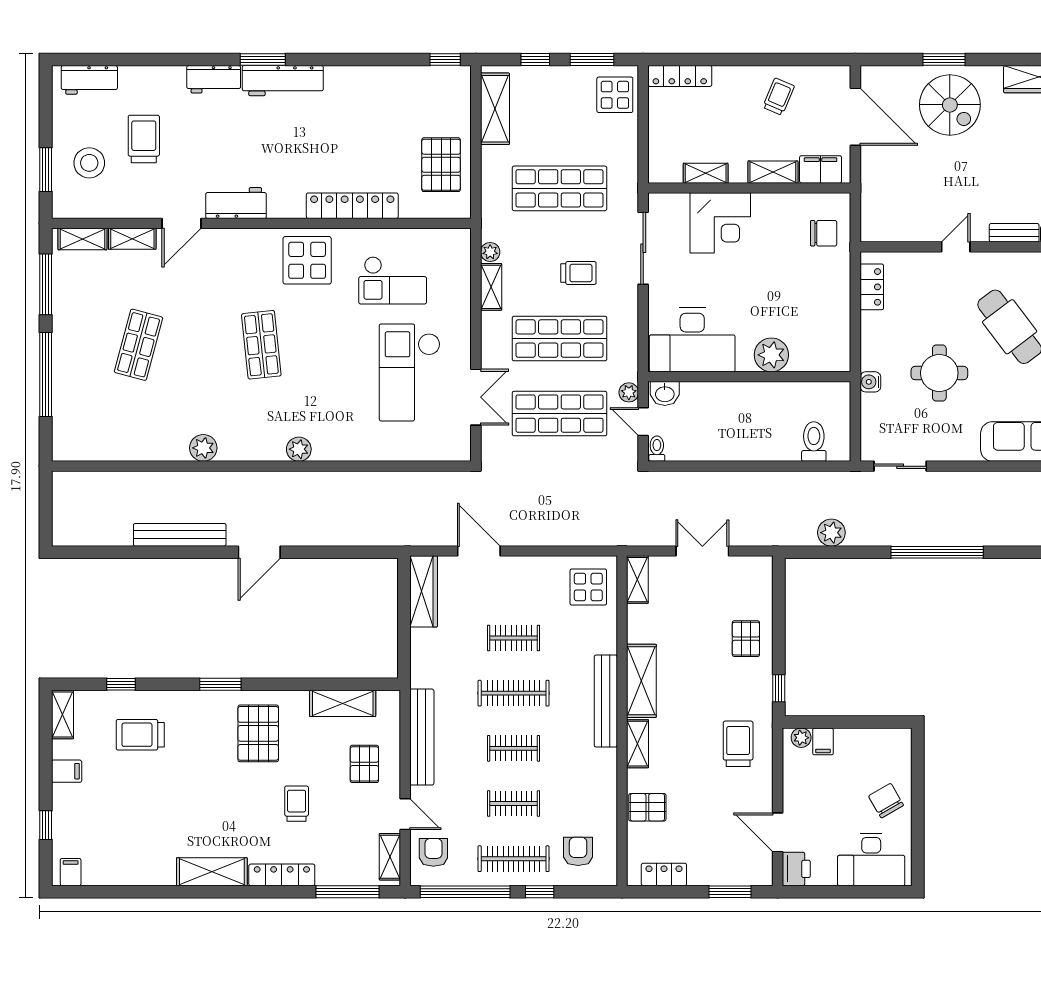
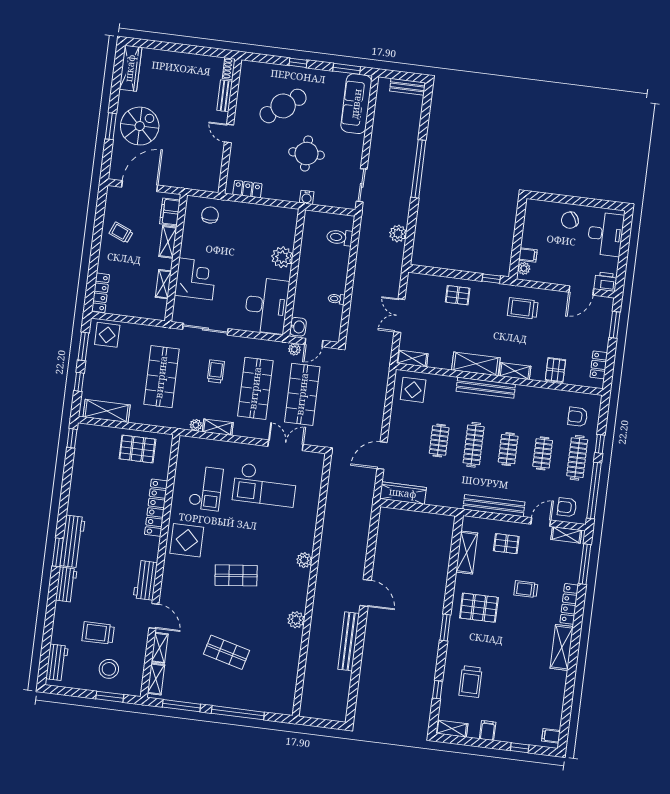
toilet: (657, 449) -> (336, 299), moved

